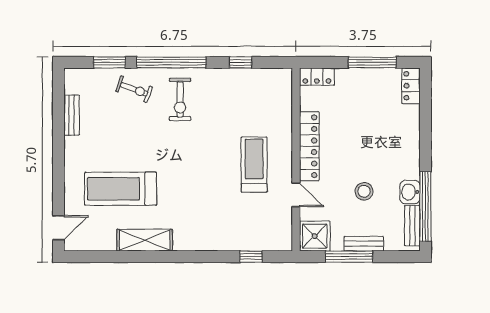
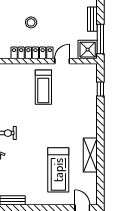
treadmill: (254, 165) -> (43, 87), turned -90
stool: (364, 191) -> (31, 22), moved
window: (349, 257) -> (100, 39), moved

